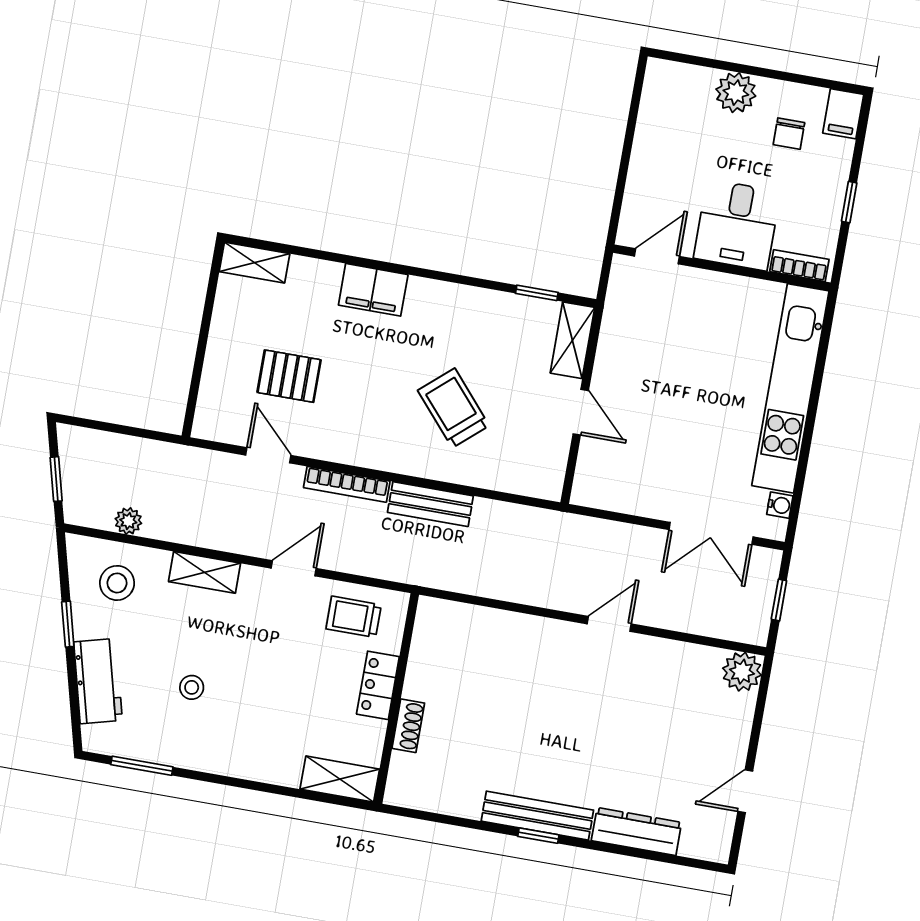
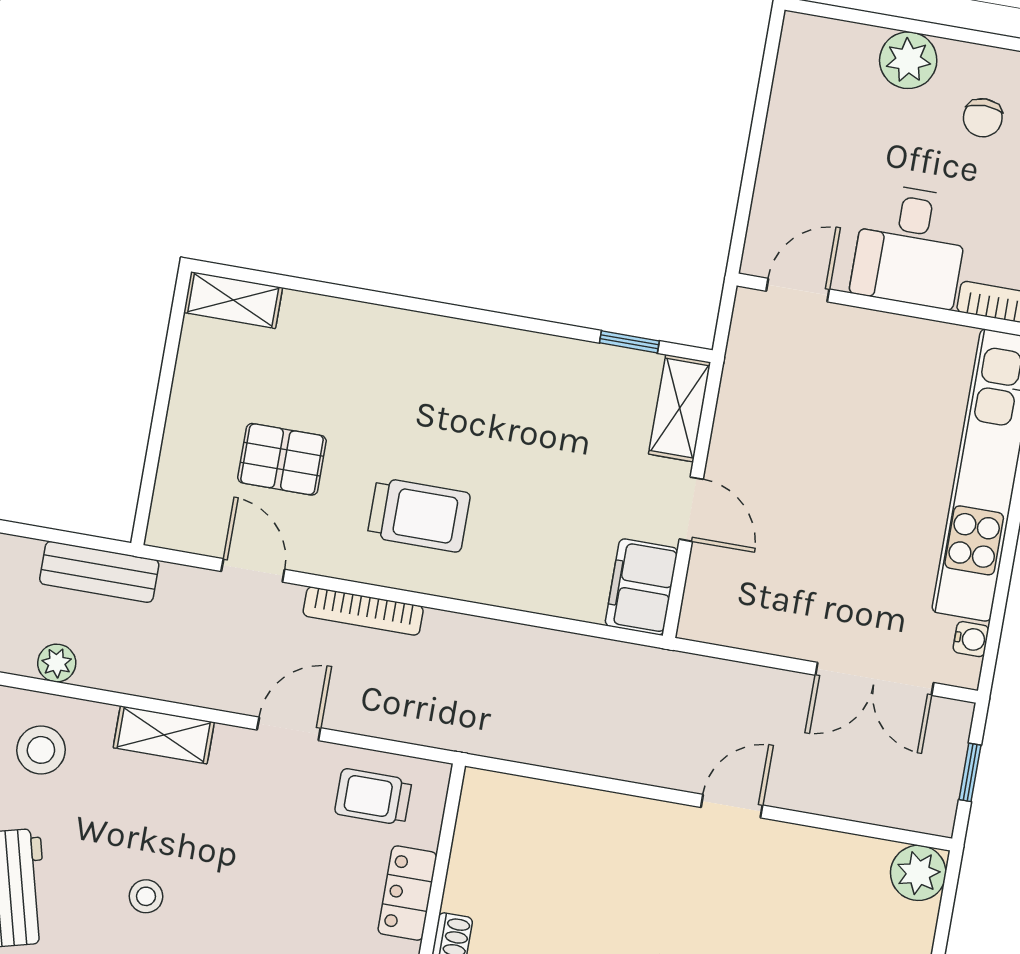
filing cabinet: (373, 290) -> (641, 587), moved, turned 90
trolley: (453, 408) -> (419, 515), moved, turned 131
bench: (430, 504) -> (99, 572), moved

